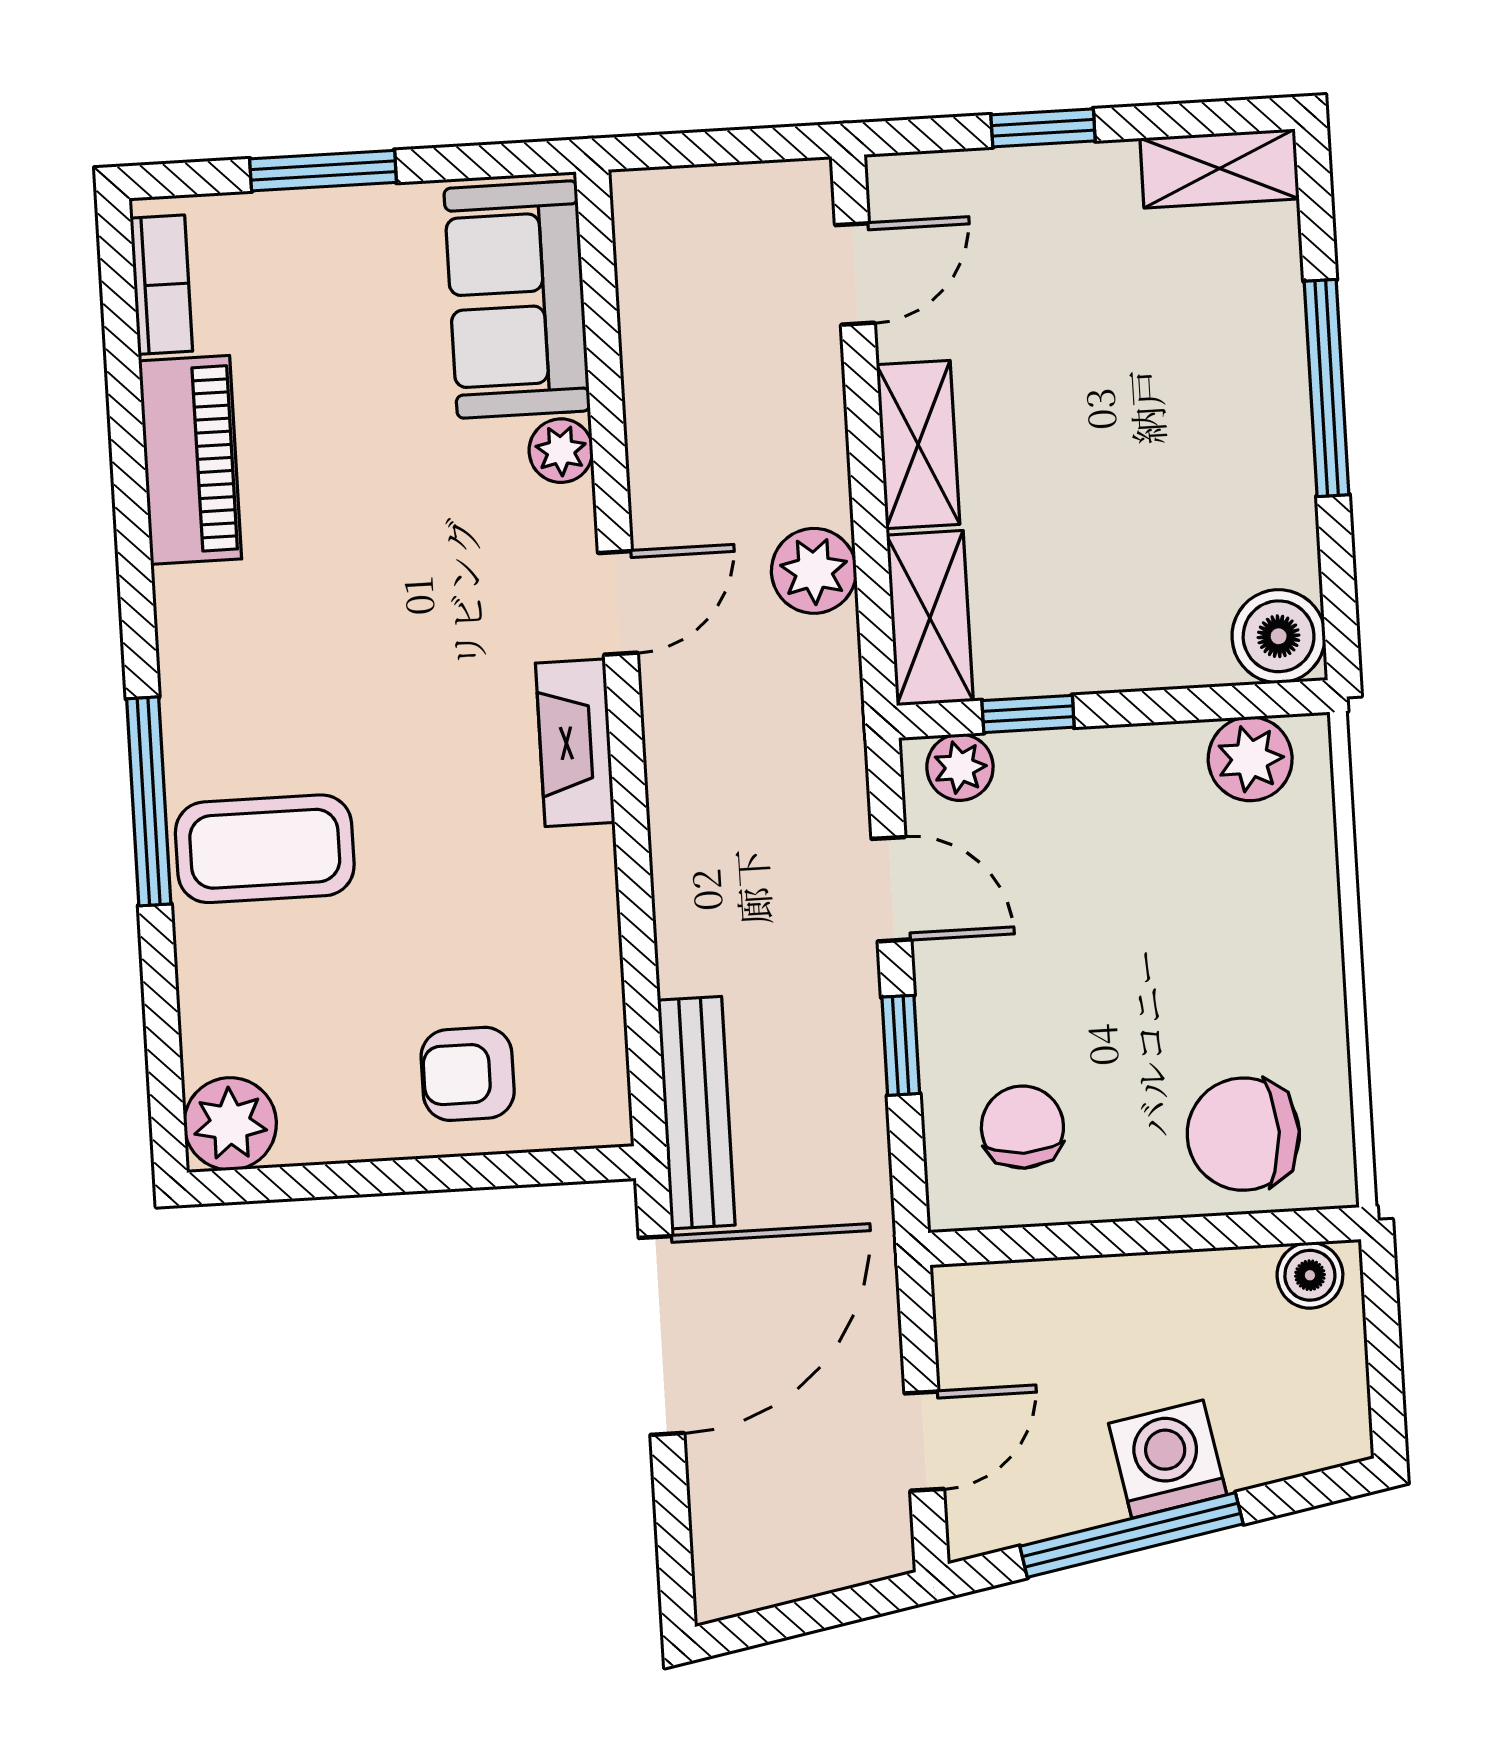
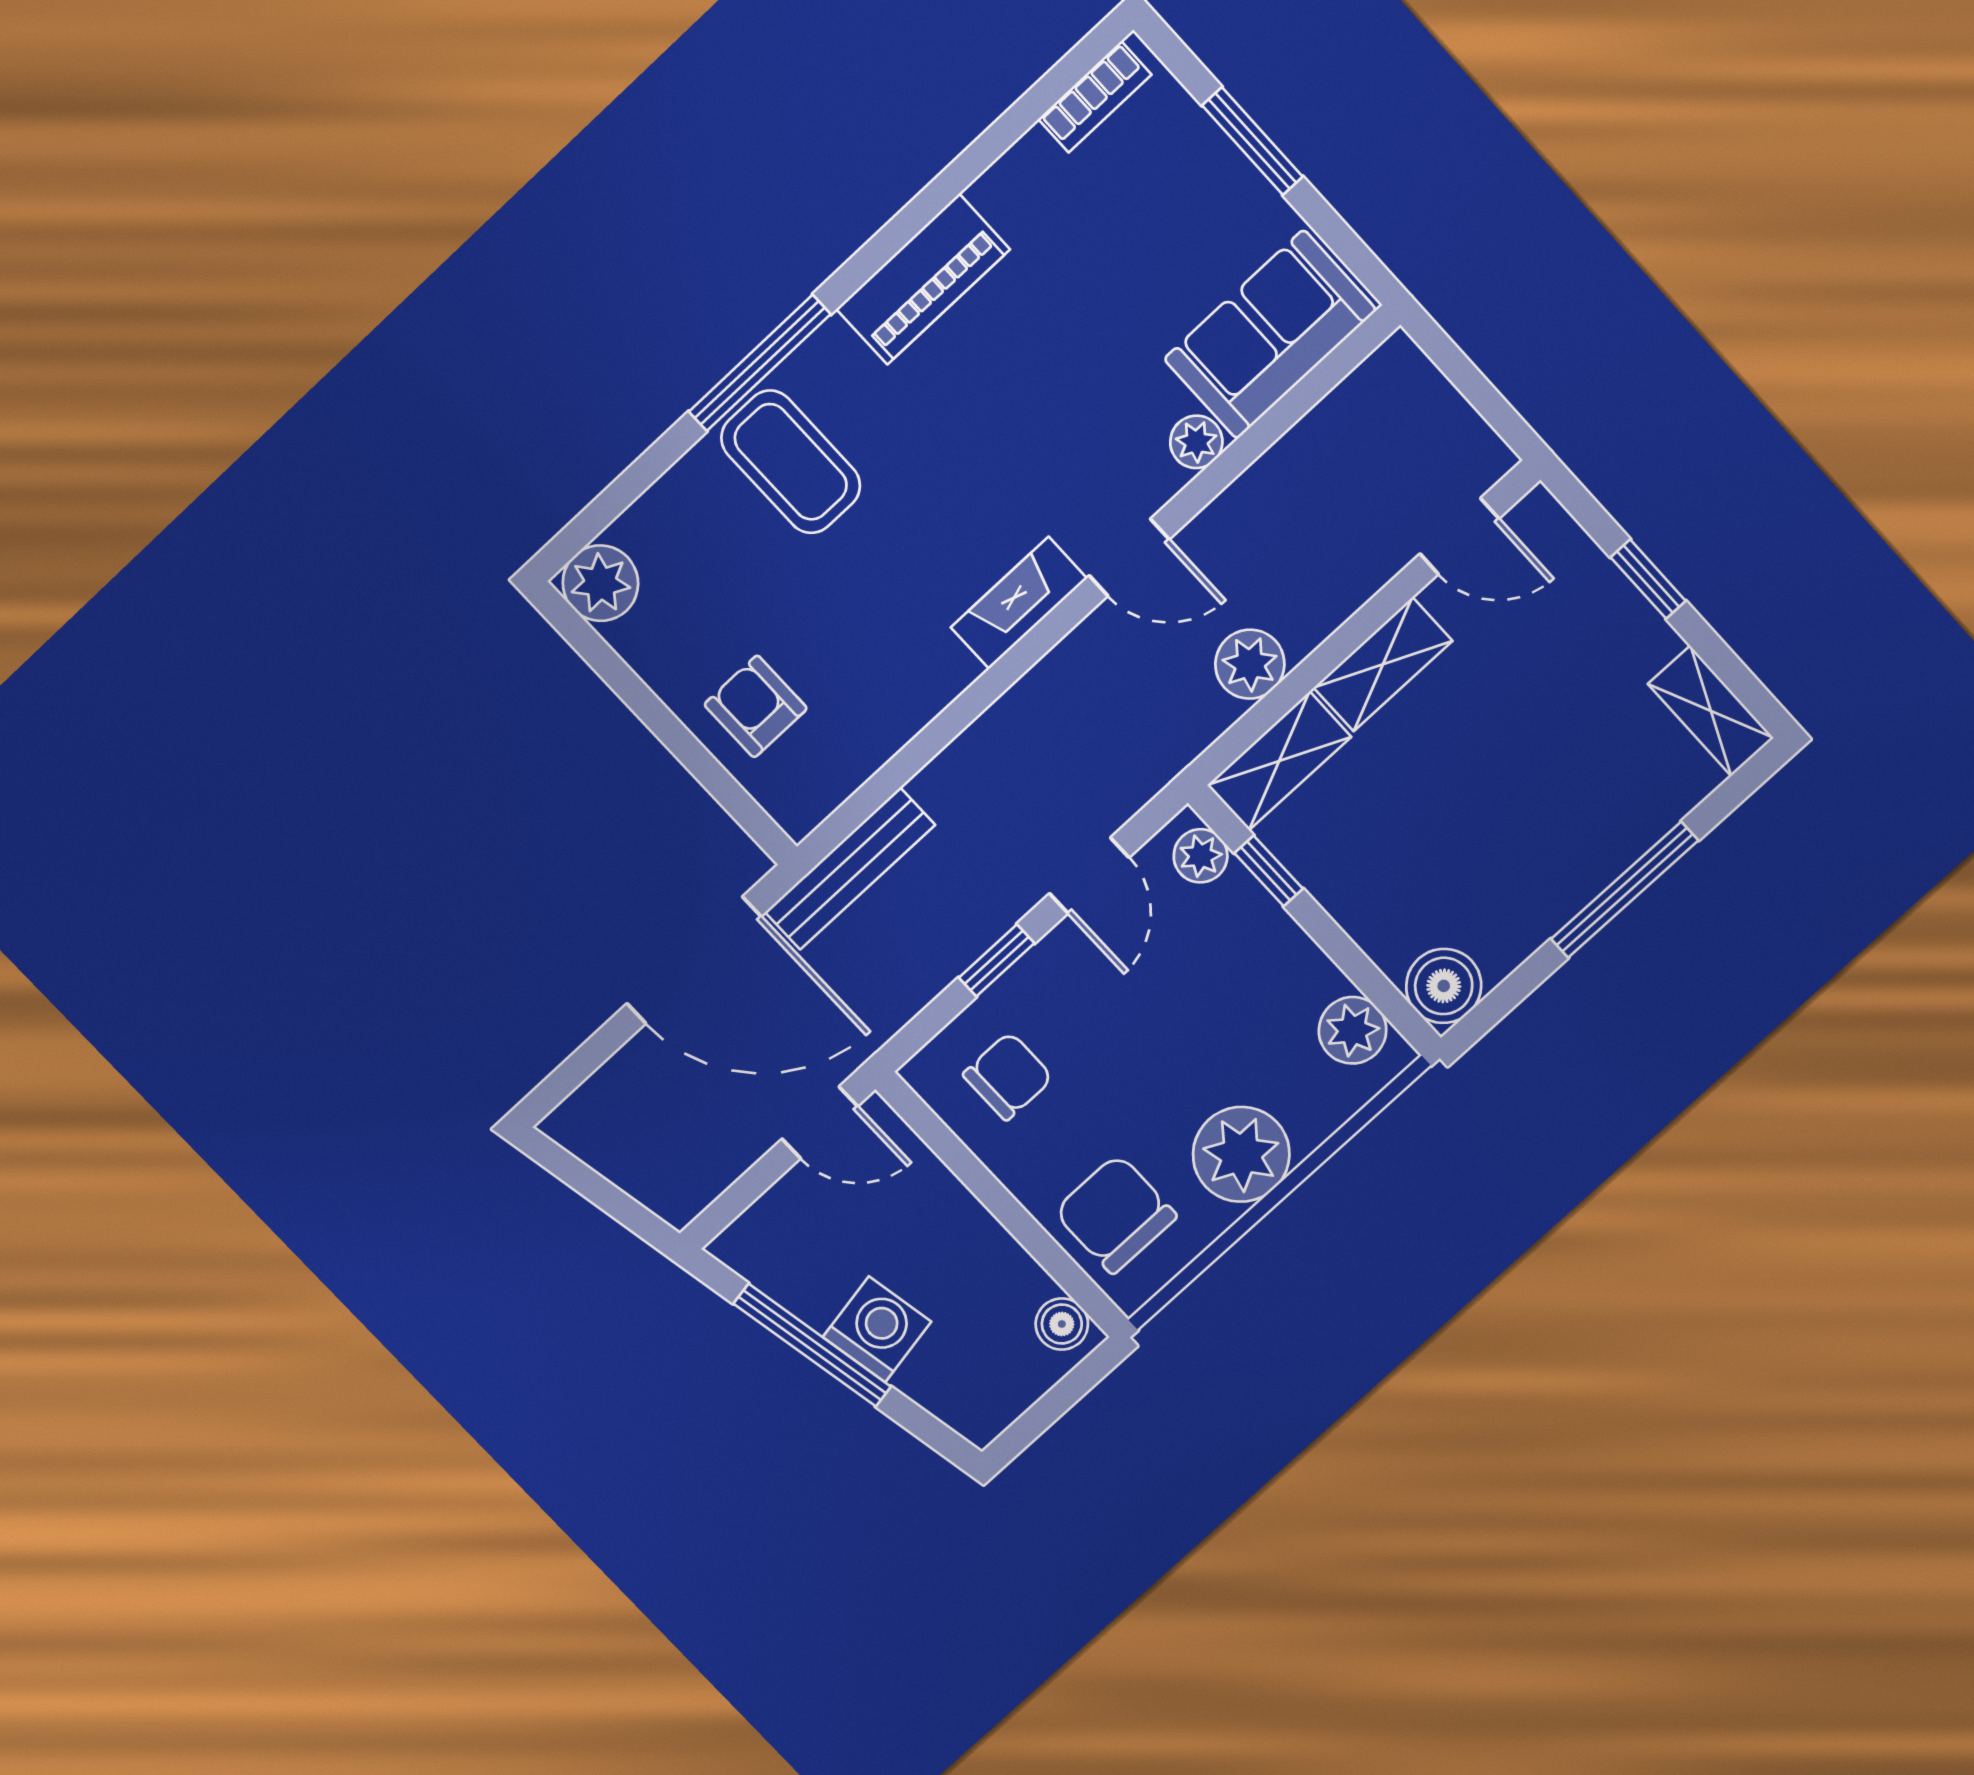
piano: (190, 460) -> (923, 279), moved
plant: (1284, 965) -> (1241, 1154), added
door: (924, 1441) -> (820, 1123), moved

